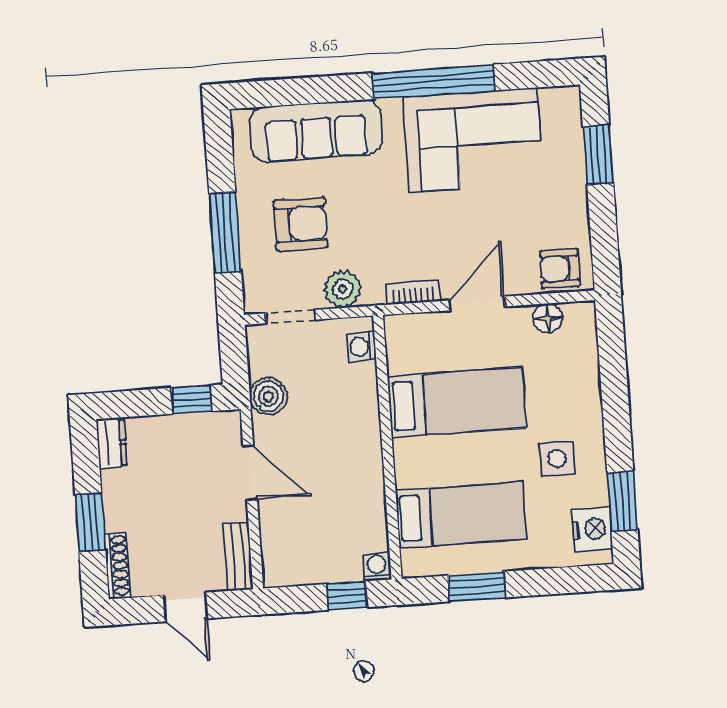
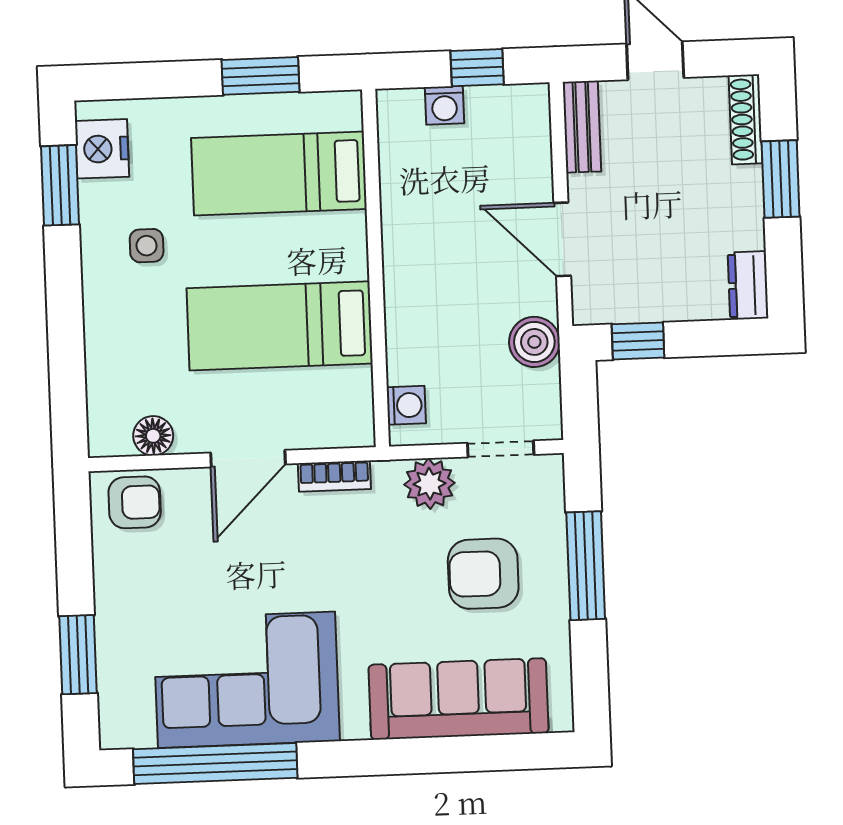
window: (433, 82) -> (215, 763), moved
side table: (557, 459) -> (147, 246), width x0.73, depth x0.73
washing machine: (377, 567) -> (444, 105), moved
window: (347, 596) -> (477, 68), moved

